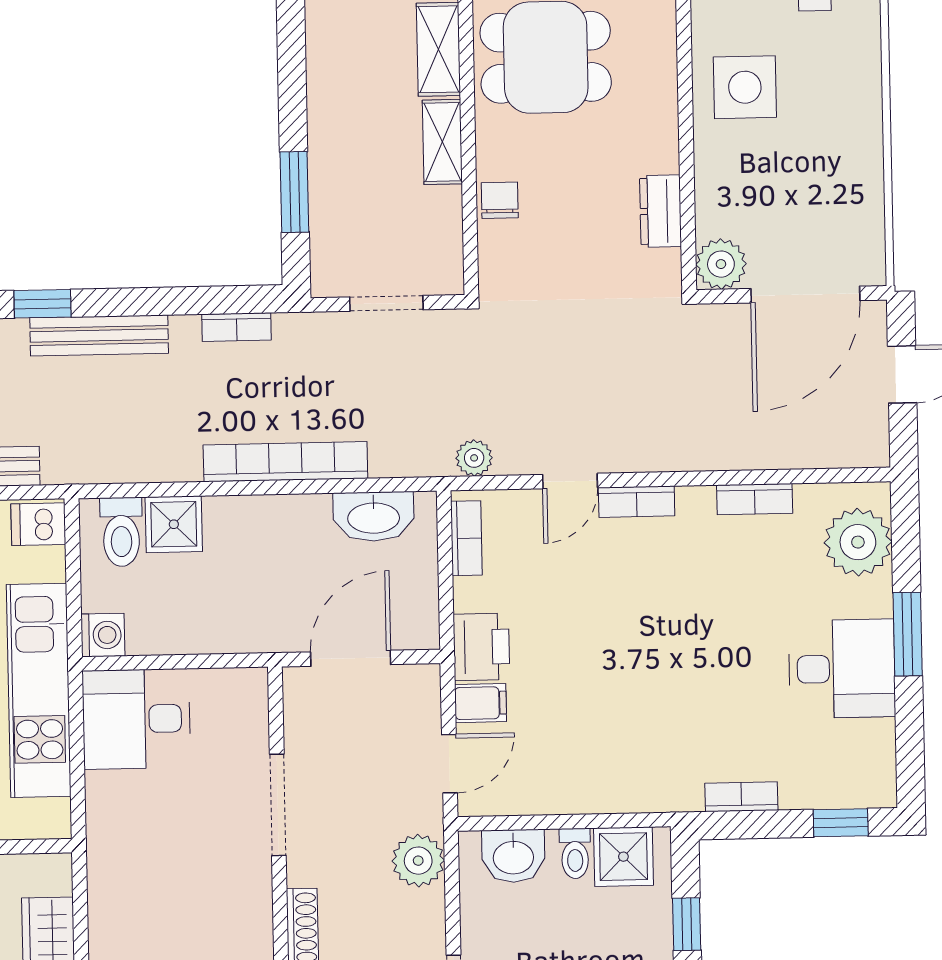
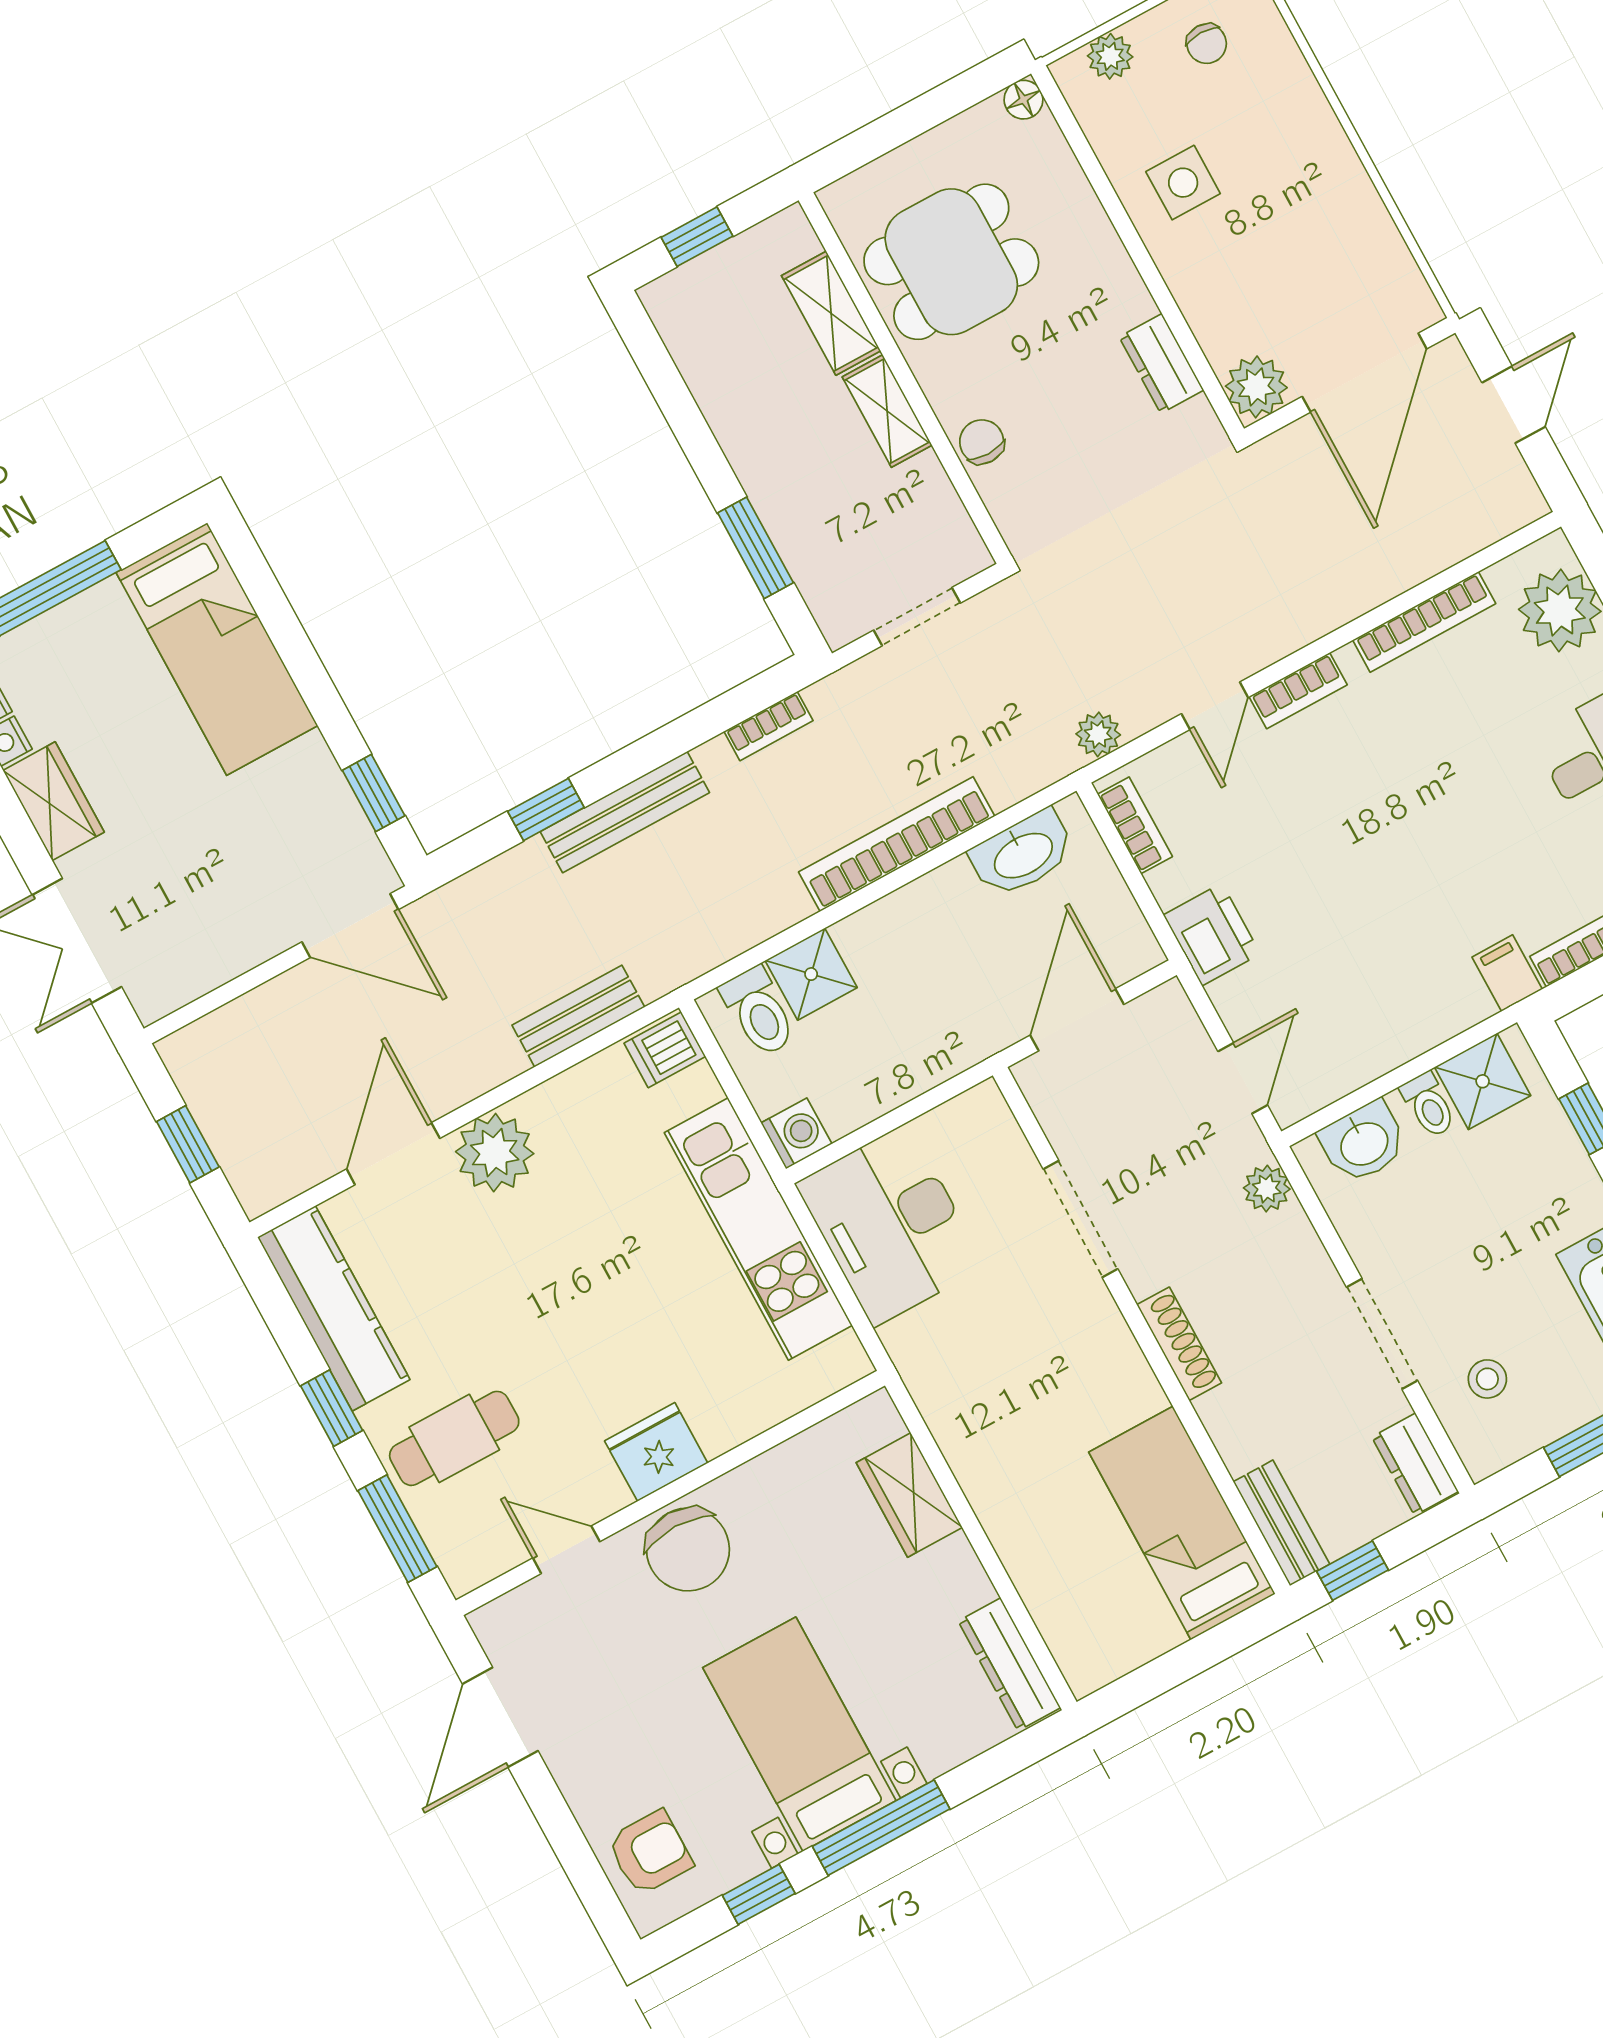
side table: (745, 87) -> (1183, 183), width x0.73, depth x0.73
bookcase: (755, 499) -> (1424, 622), width x1.56
filing cabinet: (481, 703) -> (1507, 973), moved, turned -90
desk: (136, 719) -> (890, 1225), width x1.37
plant: (418, 861) -> (1267, 1189), width x0.73, depth x0.73

